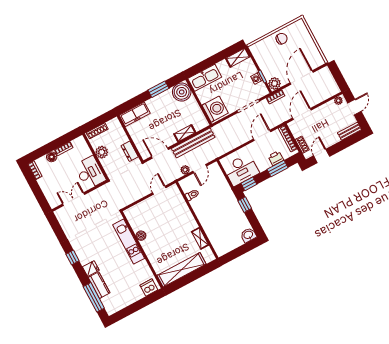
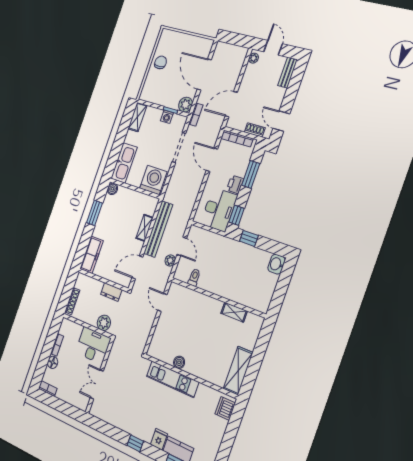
boiler: (182, 92) -> (112, 189), width x0.54, depth x0.54
door: (302, 114) -> (231, 104), hinge flipped
plant: (102, 152) -> (104, 323), moved
printer: (276, 158) -> (235, 184), moved
shelving: (182, 270) -> (238, 371), width x0.68

